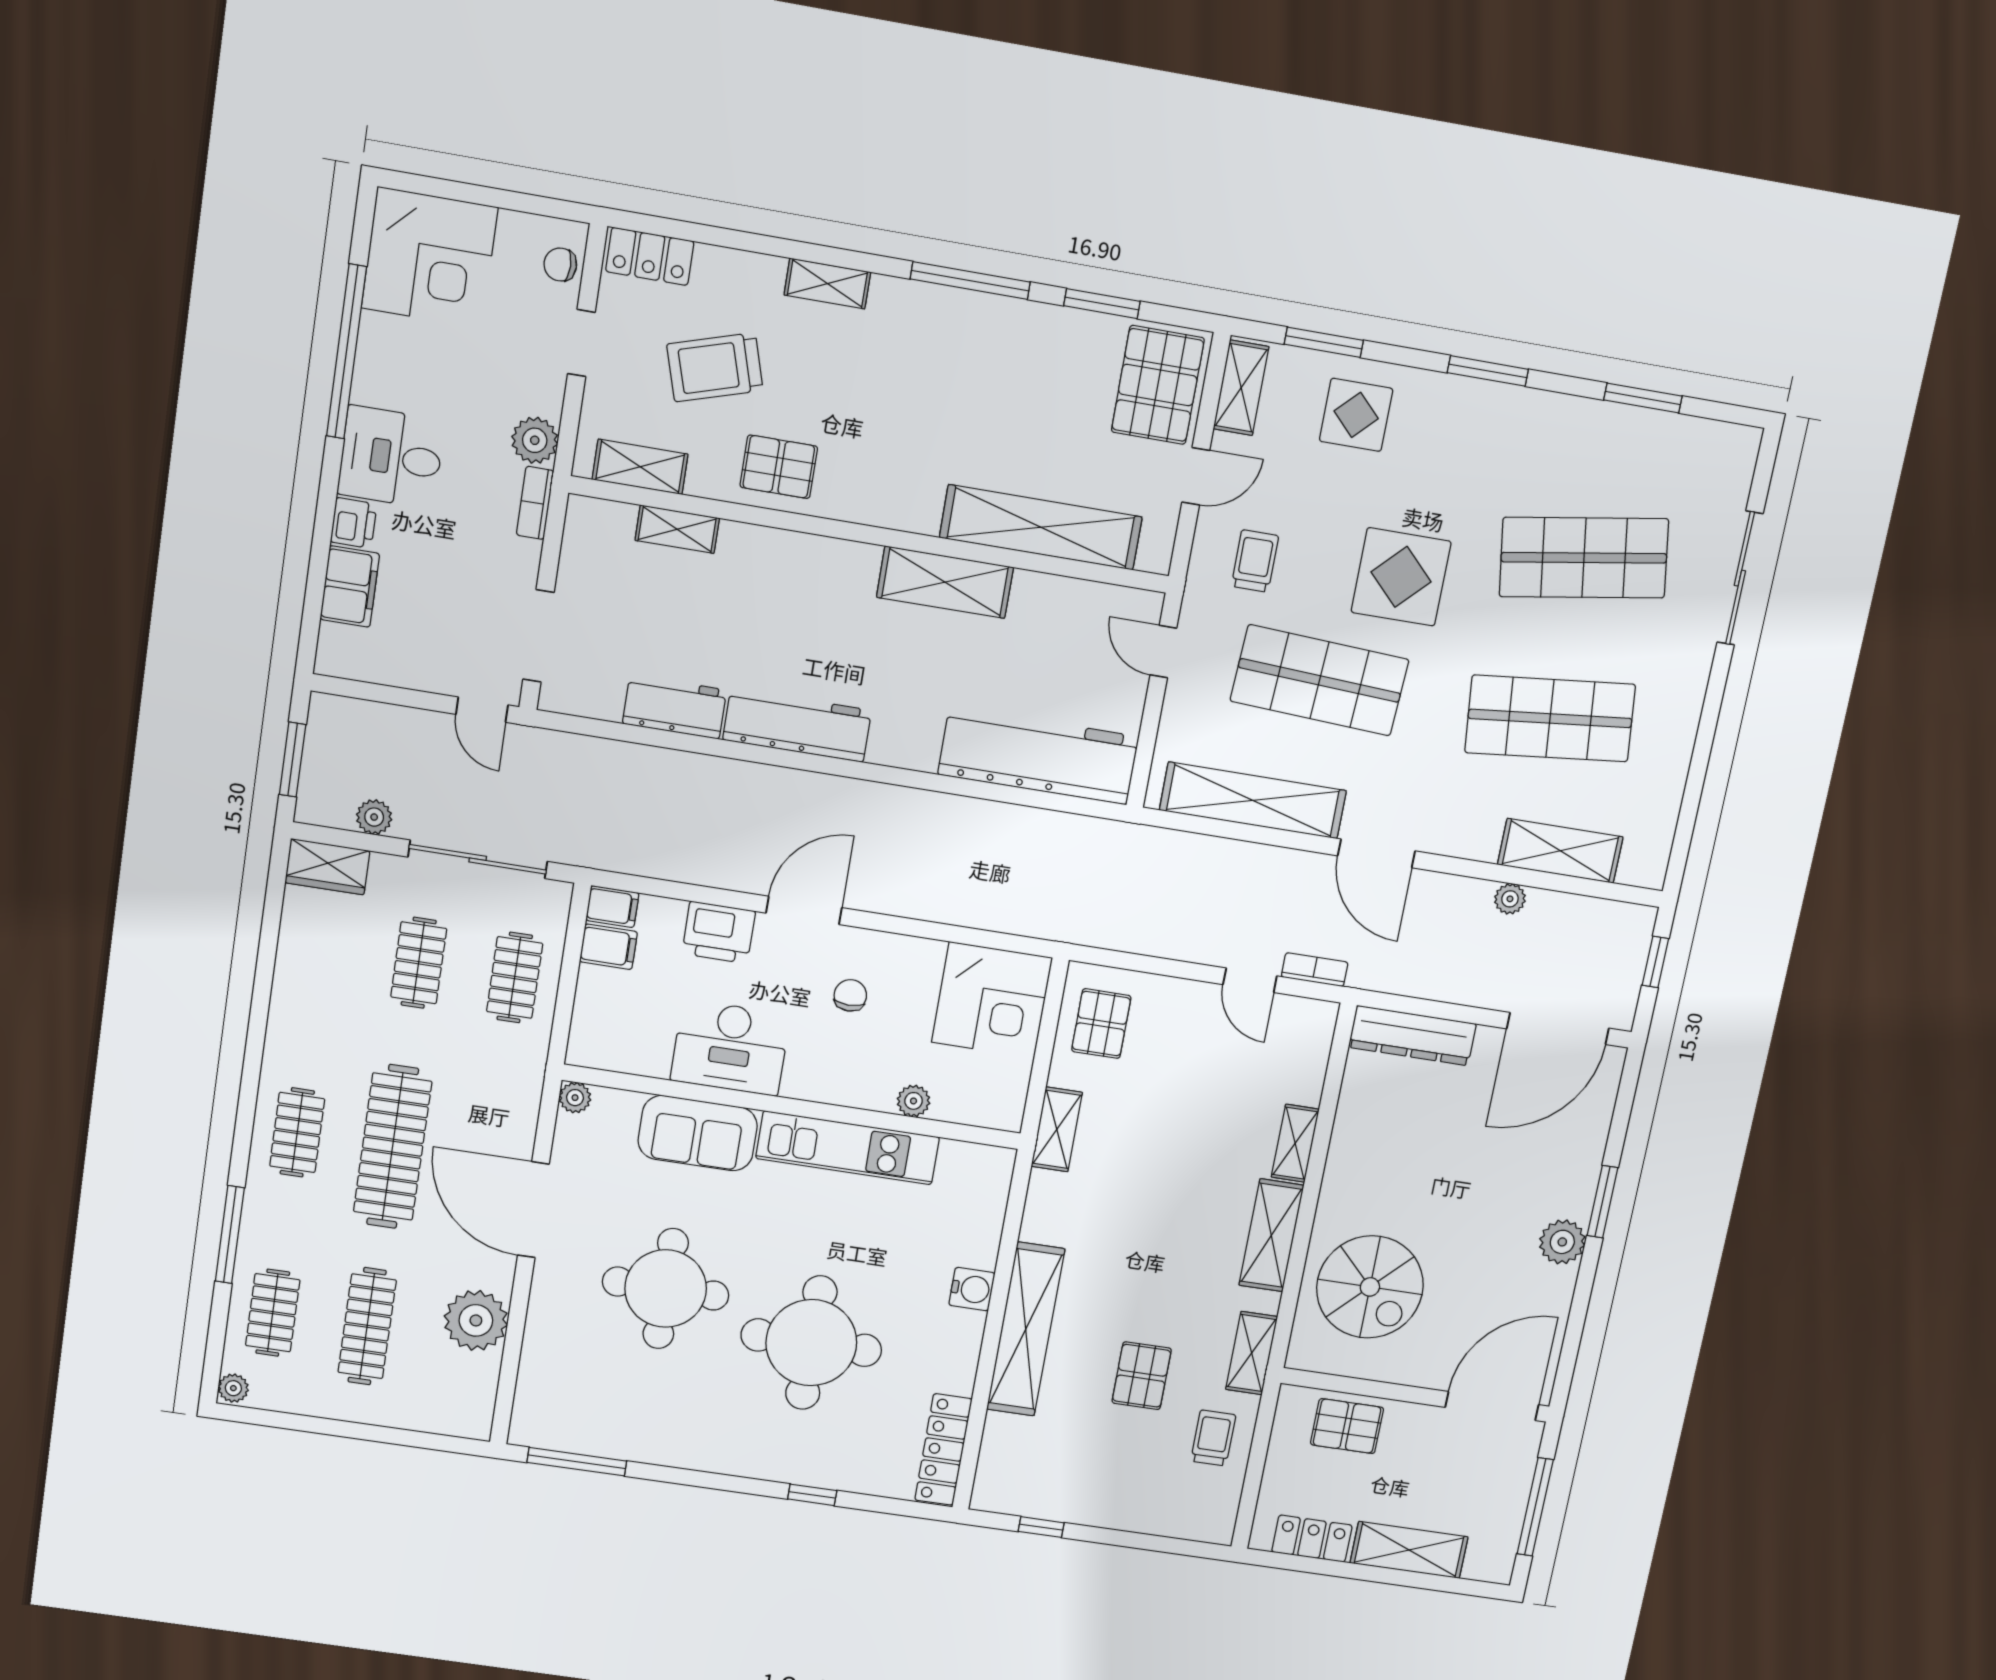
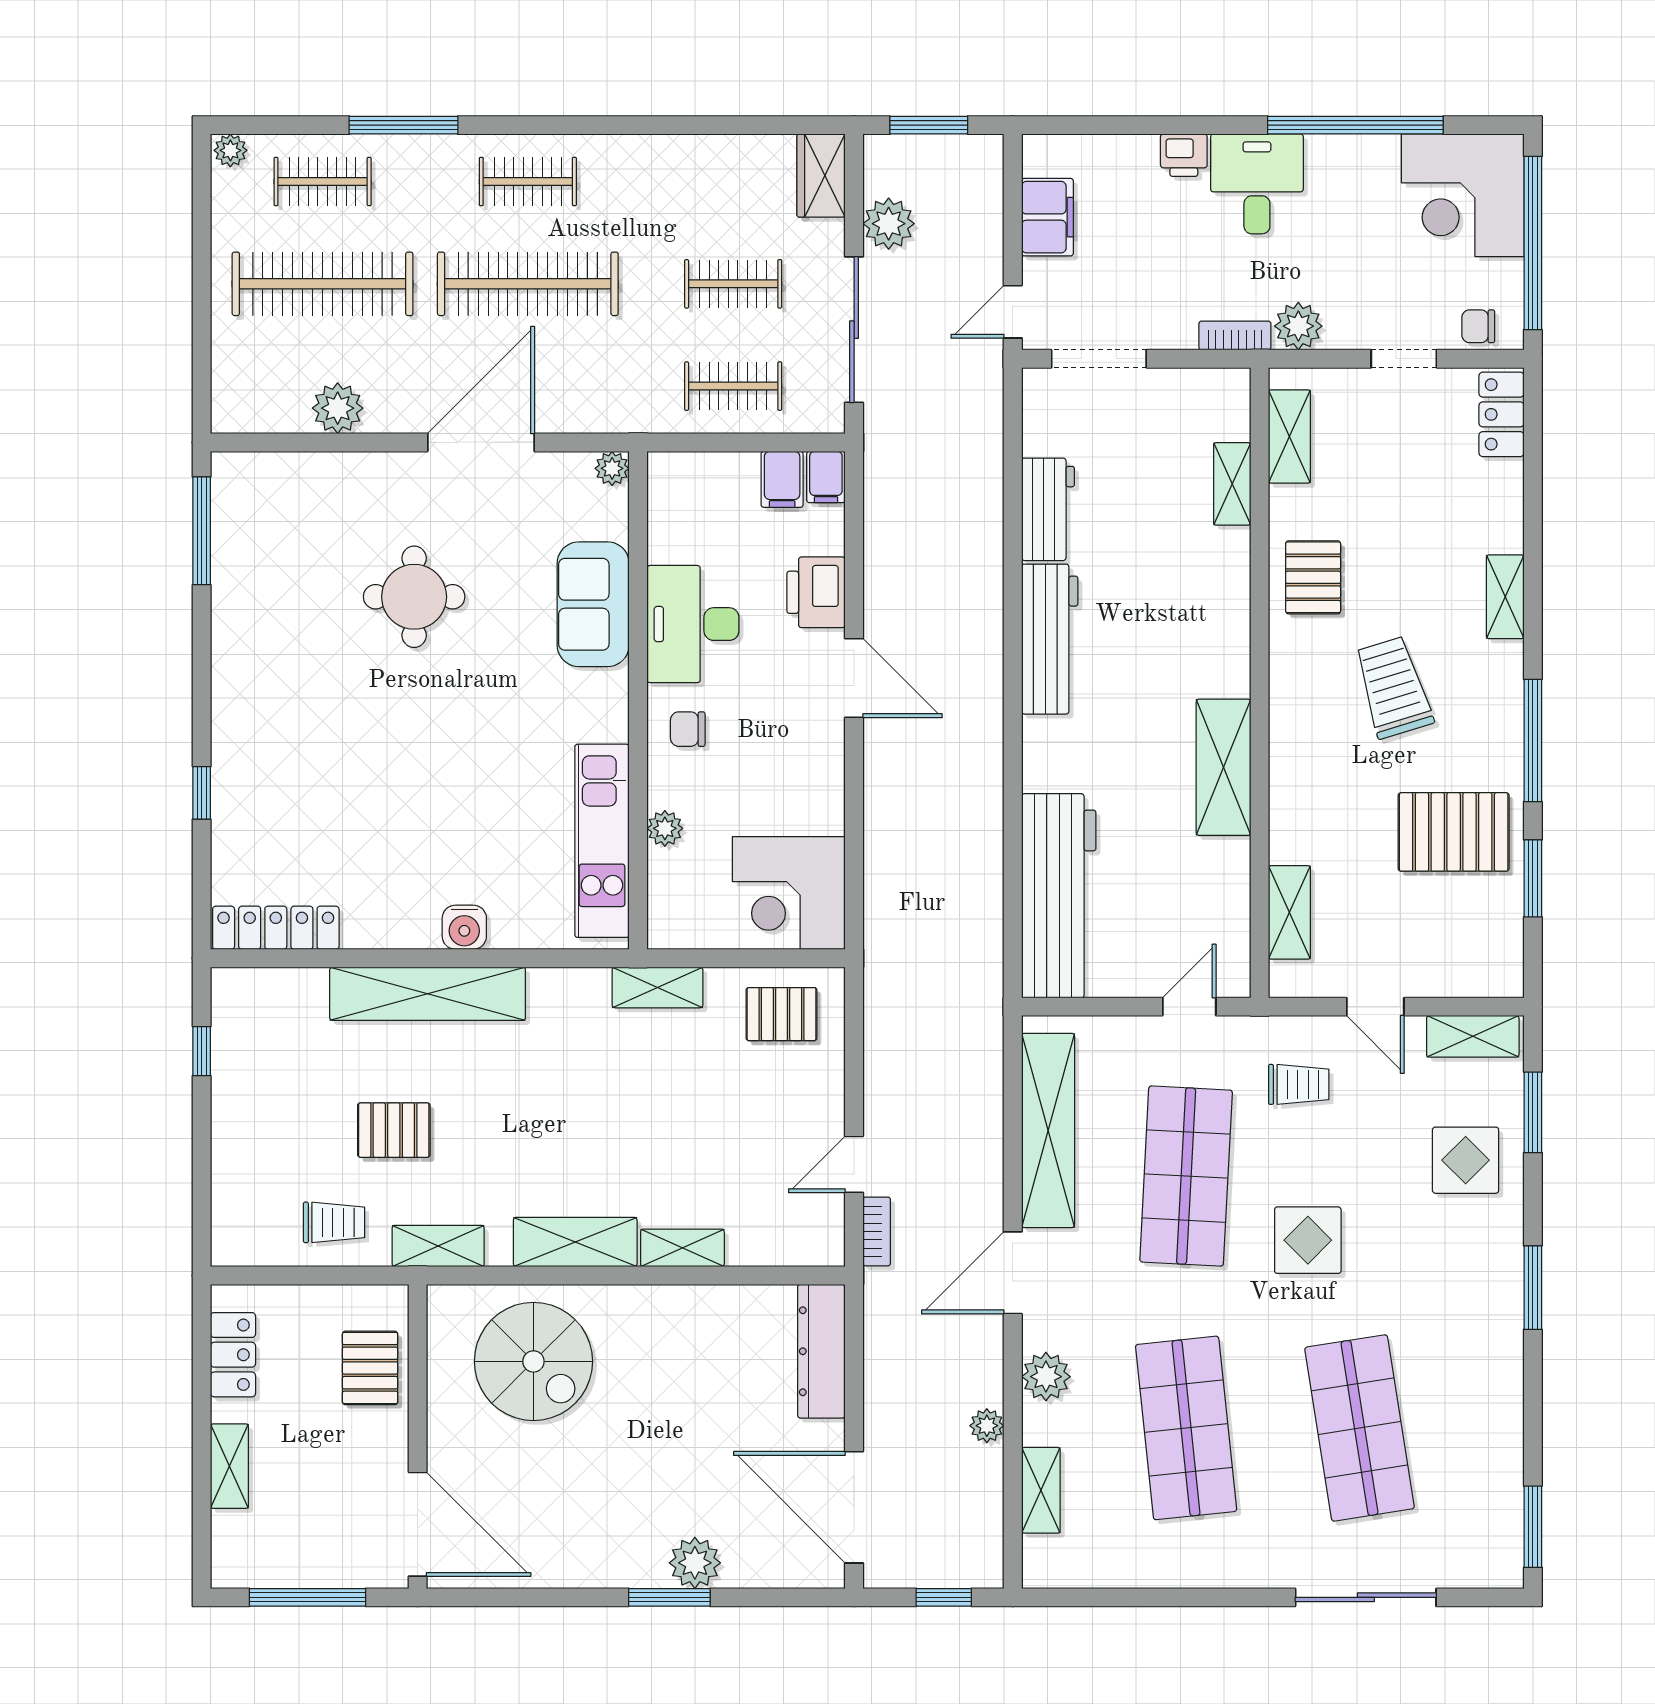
window: (486, 196) -> (1533, 243), added
chair: (560, 265) -> (1478, 326), turned -90
trolley: (715, 367) -> (1393, 687), moved
pallet: (1158, 385) -> (1454, 832), moved
window: (1643, 398) -> (1533, 1527), moved
shelving: (1041, 527) -> (1289, 912), width x0.45, depth x0.75
display table: (1401, 577) -> (1308, 1240), width x0.73, depth x0.73
filing cabinet: (350, 586) -> (1047, 217), moved, turned -90
plant: (374, 817) -> (889, 224), width x1.38, depth x1.38
plant: (1477, 838) -> (1046, 1377), added
shelving: (1560, 851) -> (1041, 1490), width x0.67, depth x0.75
chair: (850, 995) -> (688, 729), moved, turned 180
kitchen unit: (848, 1148) -> (602, 841), moved
plant: (1562, 1242) -> (695, 1563), moved
spiral stairs: (1370, 1287) -> (533, 1361), turned -90
round table: (666, 1289) -> (414, 597), width x0.73, depth x0.73
plant: (476, 1320) -> (338, 408), width x0.73, depth x0.73
clothes rail: (367, 1326) -> (323, 284), width x1.37, depth x1.31
round table: (811, 1343) -> (377, 763), removed
shelving: (1409, 1550) -> (229, 1466), width x0.67, depth x0.75

